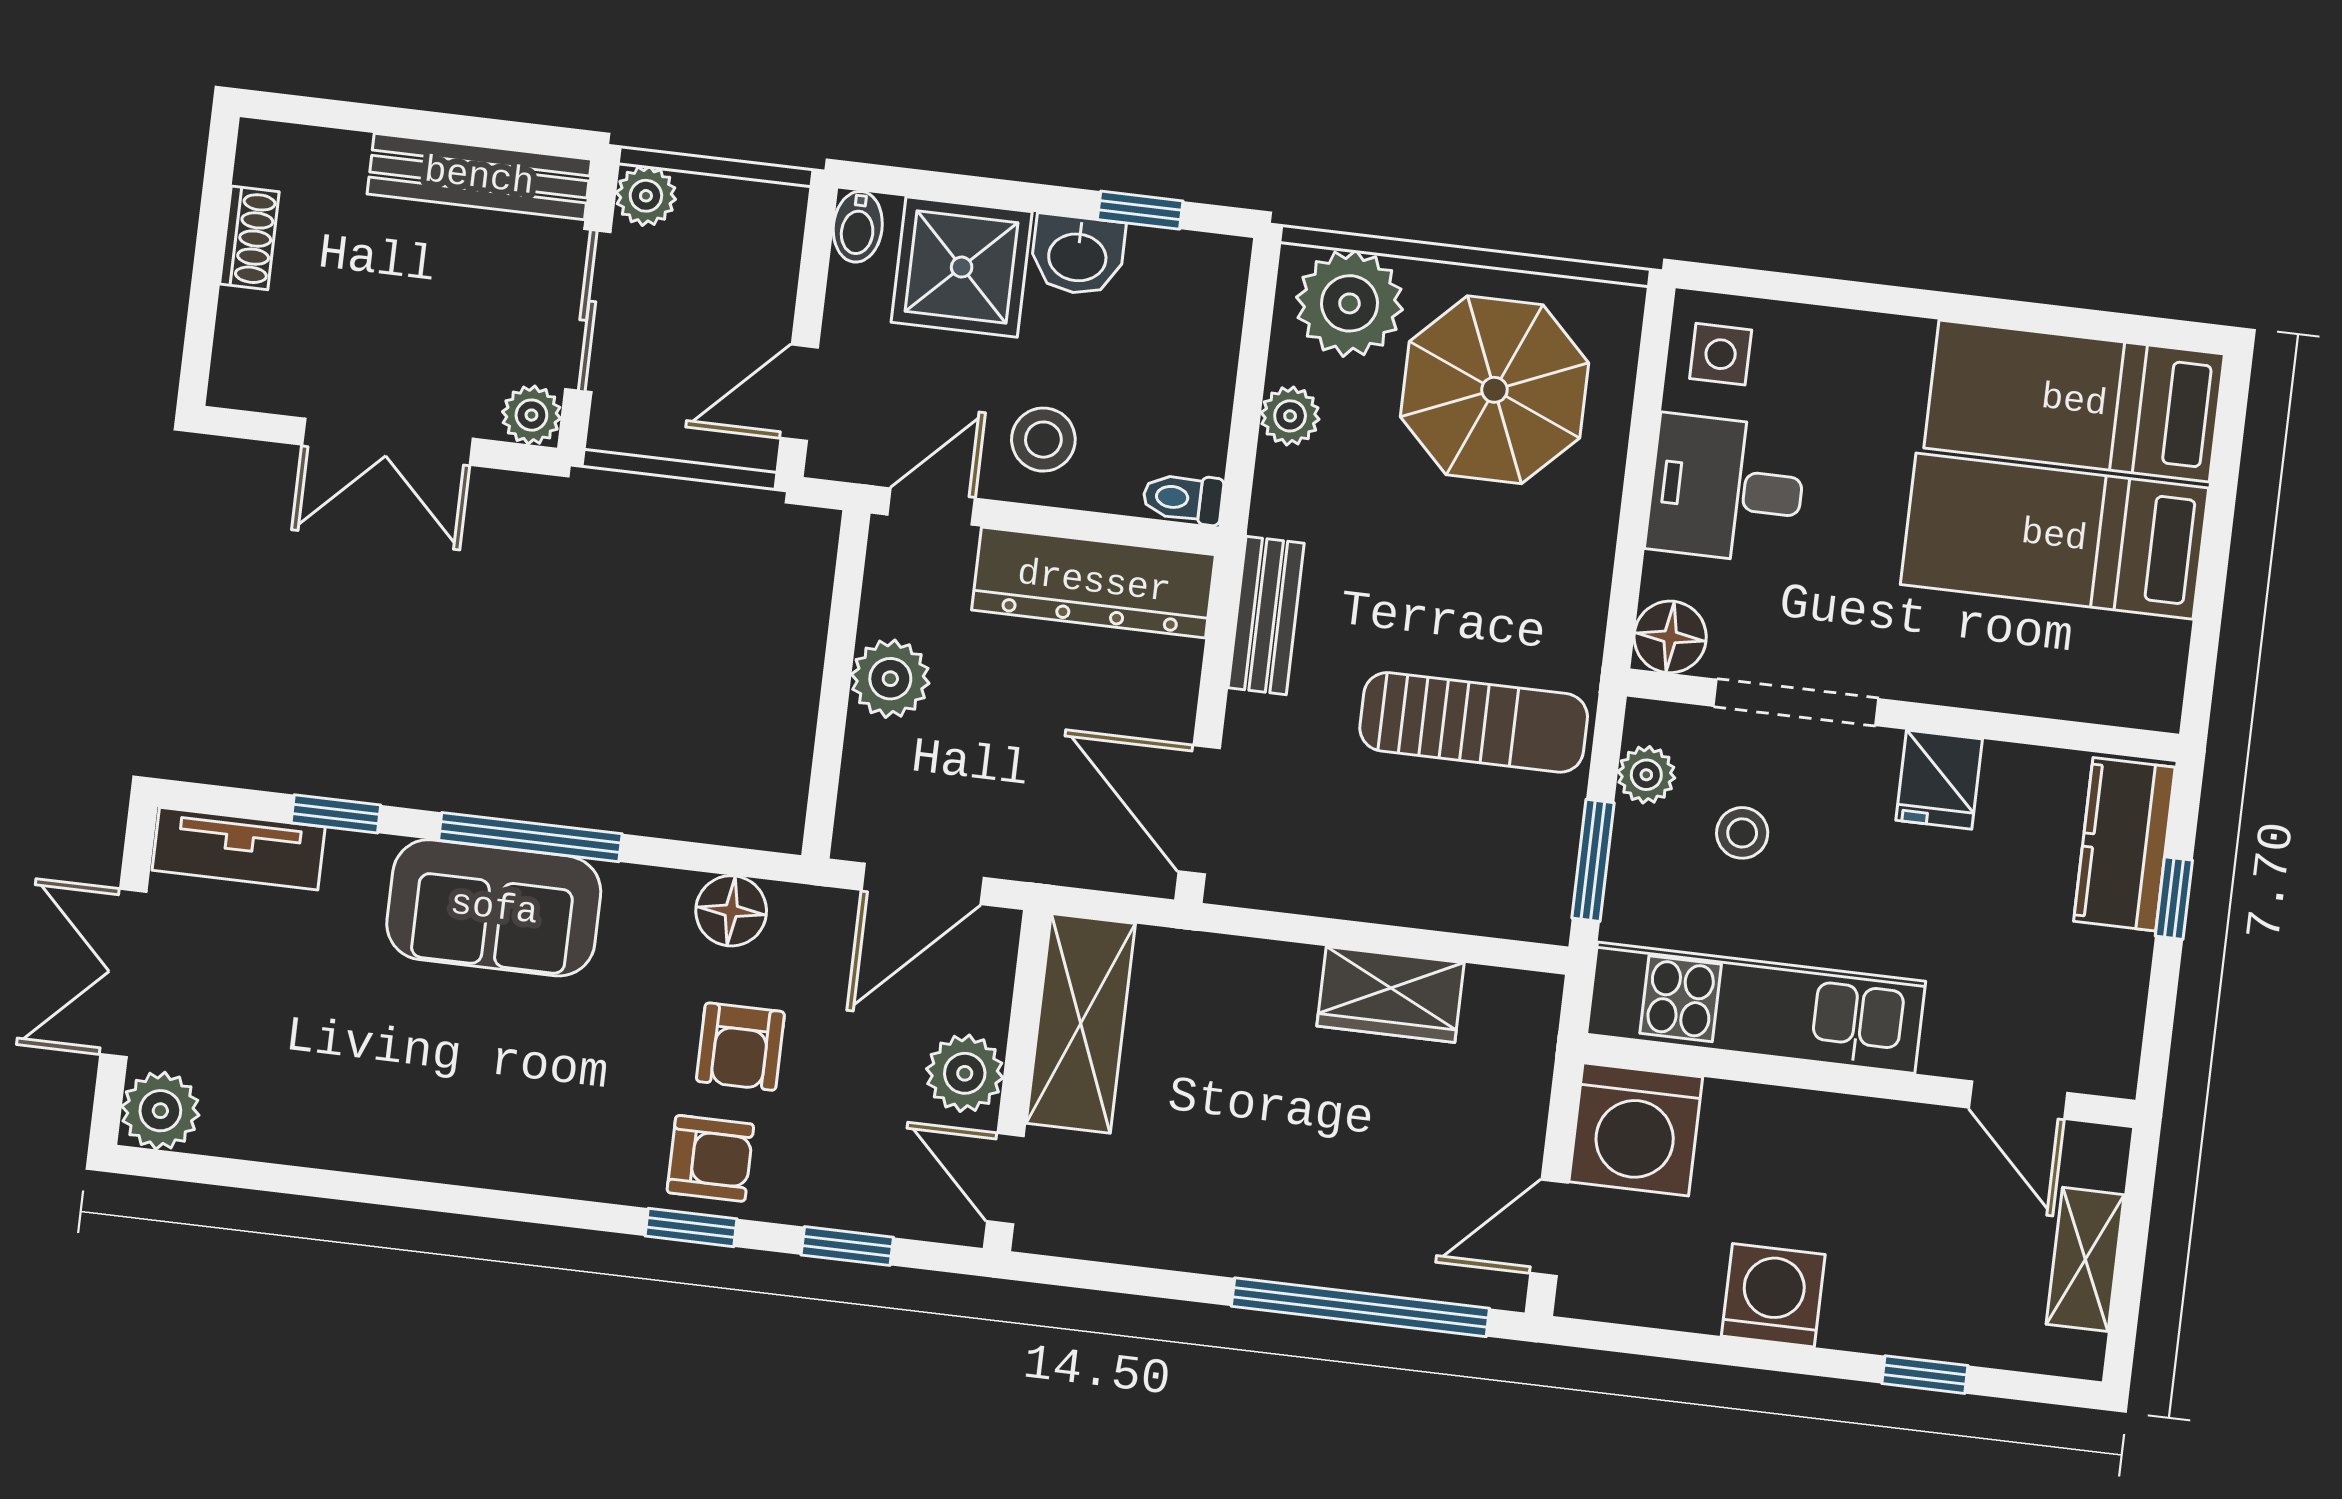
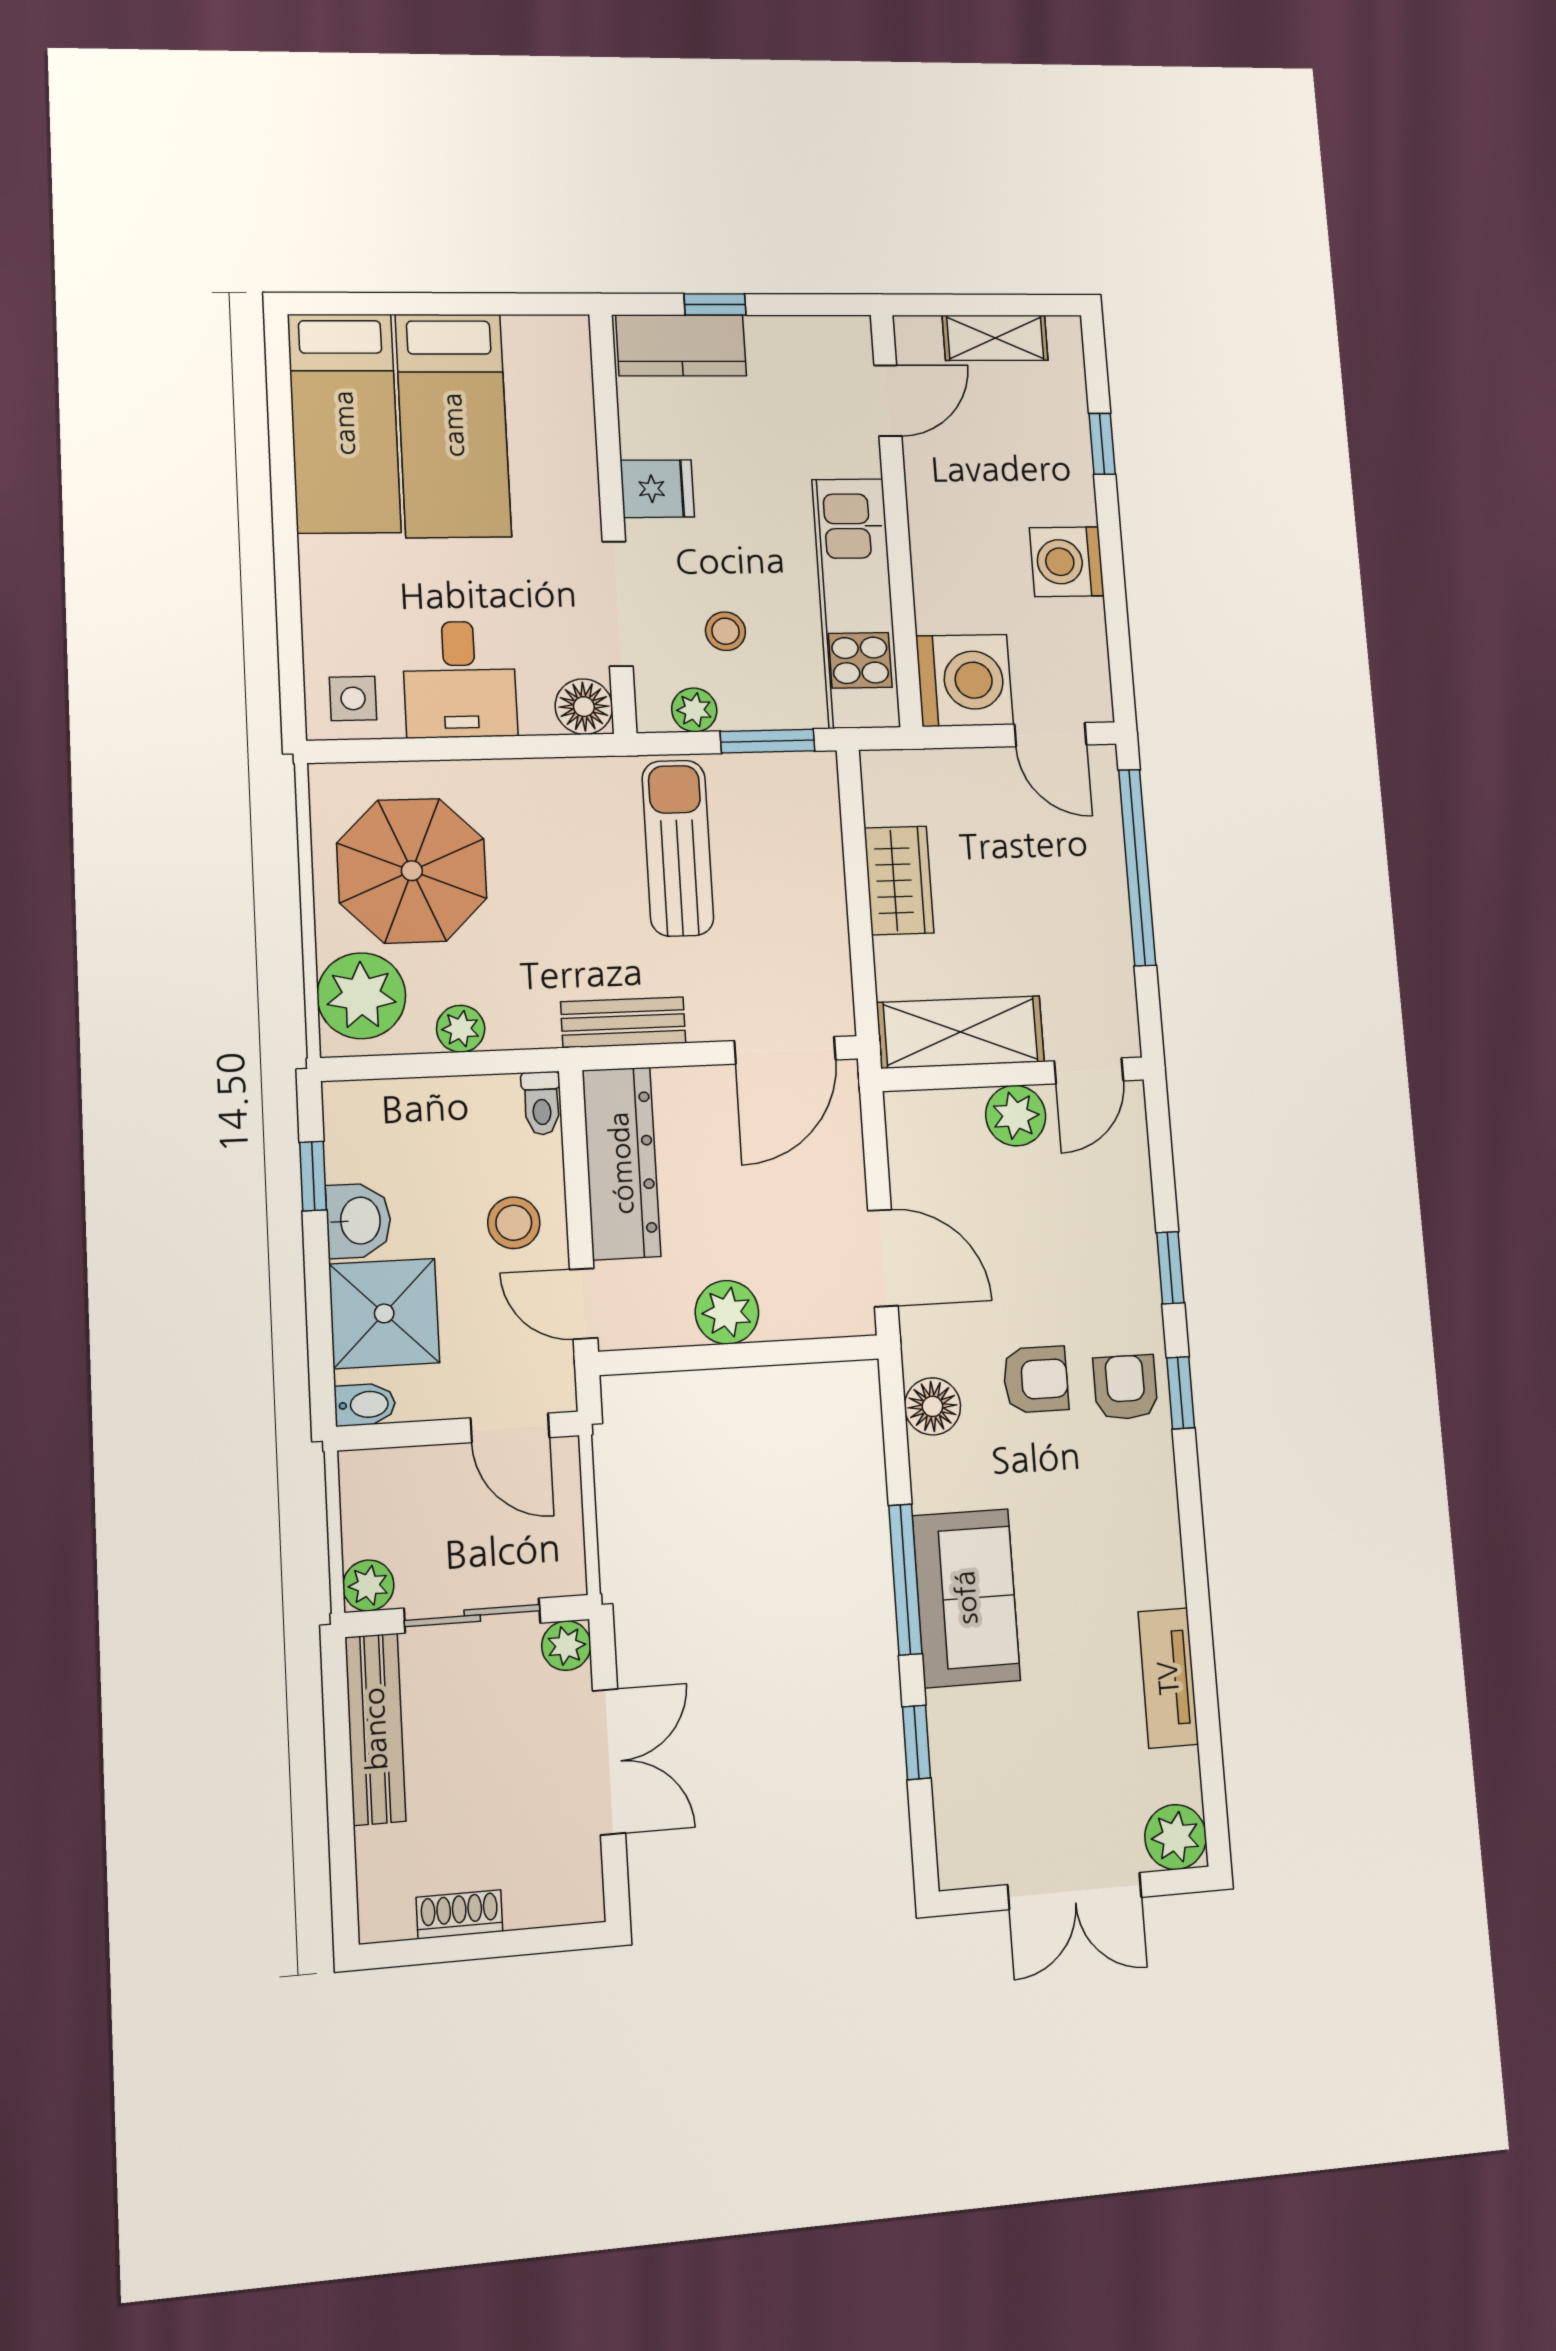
tv unit: (239, 849) -> (1168, 1678), moved, turned 180
shelving: (1081, 1023) -> (961, 1032), moved
plant: (965, 1073) -> (1016, 1116), moved
wall: (1017, 1081) -> (1013, 1074), moved
door: (1005, 1179) -> (1089, 1071), moved

